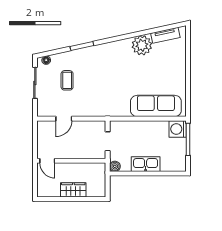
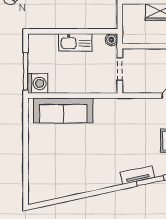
tv unit: (165, 35) -> (137, 175), moved
plant: (142, 45) -> (80, 182), removed

